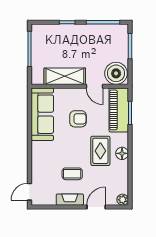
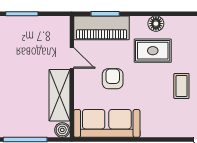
boiler: (116, 73) -> (62, 130), moved, width x0.54, depth x0.54
door: (95, 86) -> (72, 58), hinge flipped

